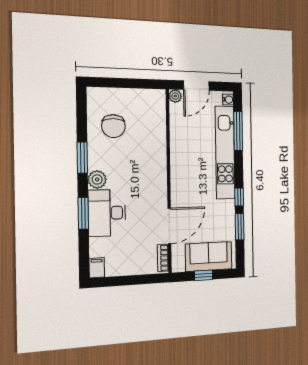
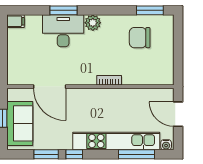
plant: (175, 96) -> (168, 94), removed
window: (82, 158) -> (150, 10), moved
bookcase: (163, 258) -> (109, 80), moved

